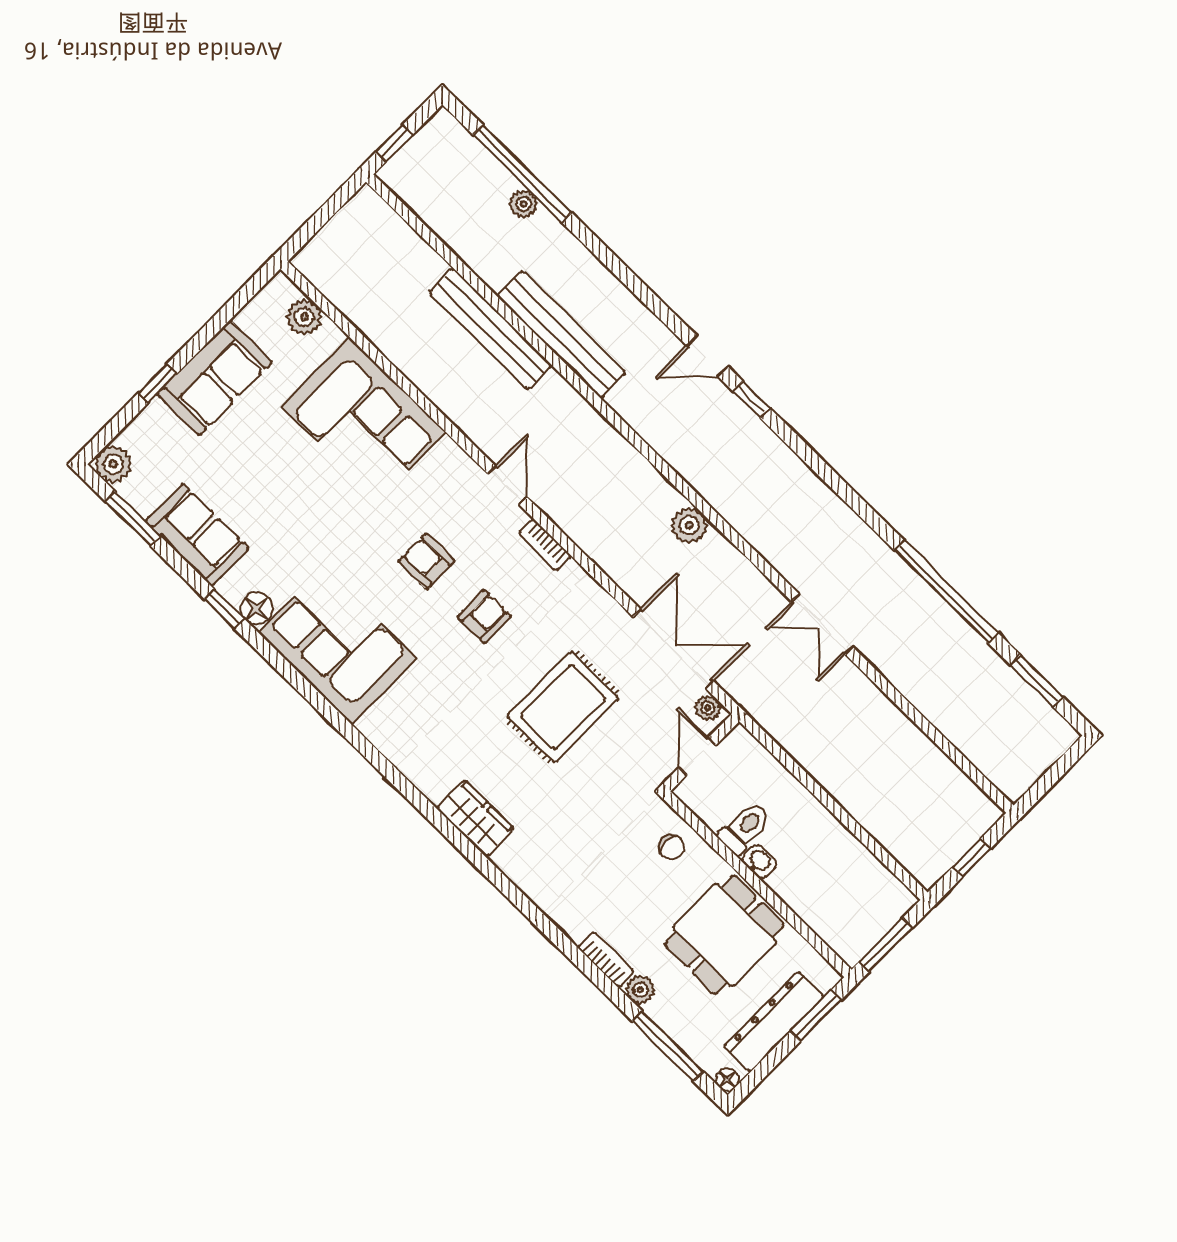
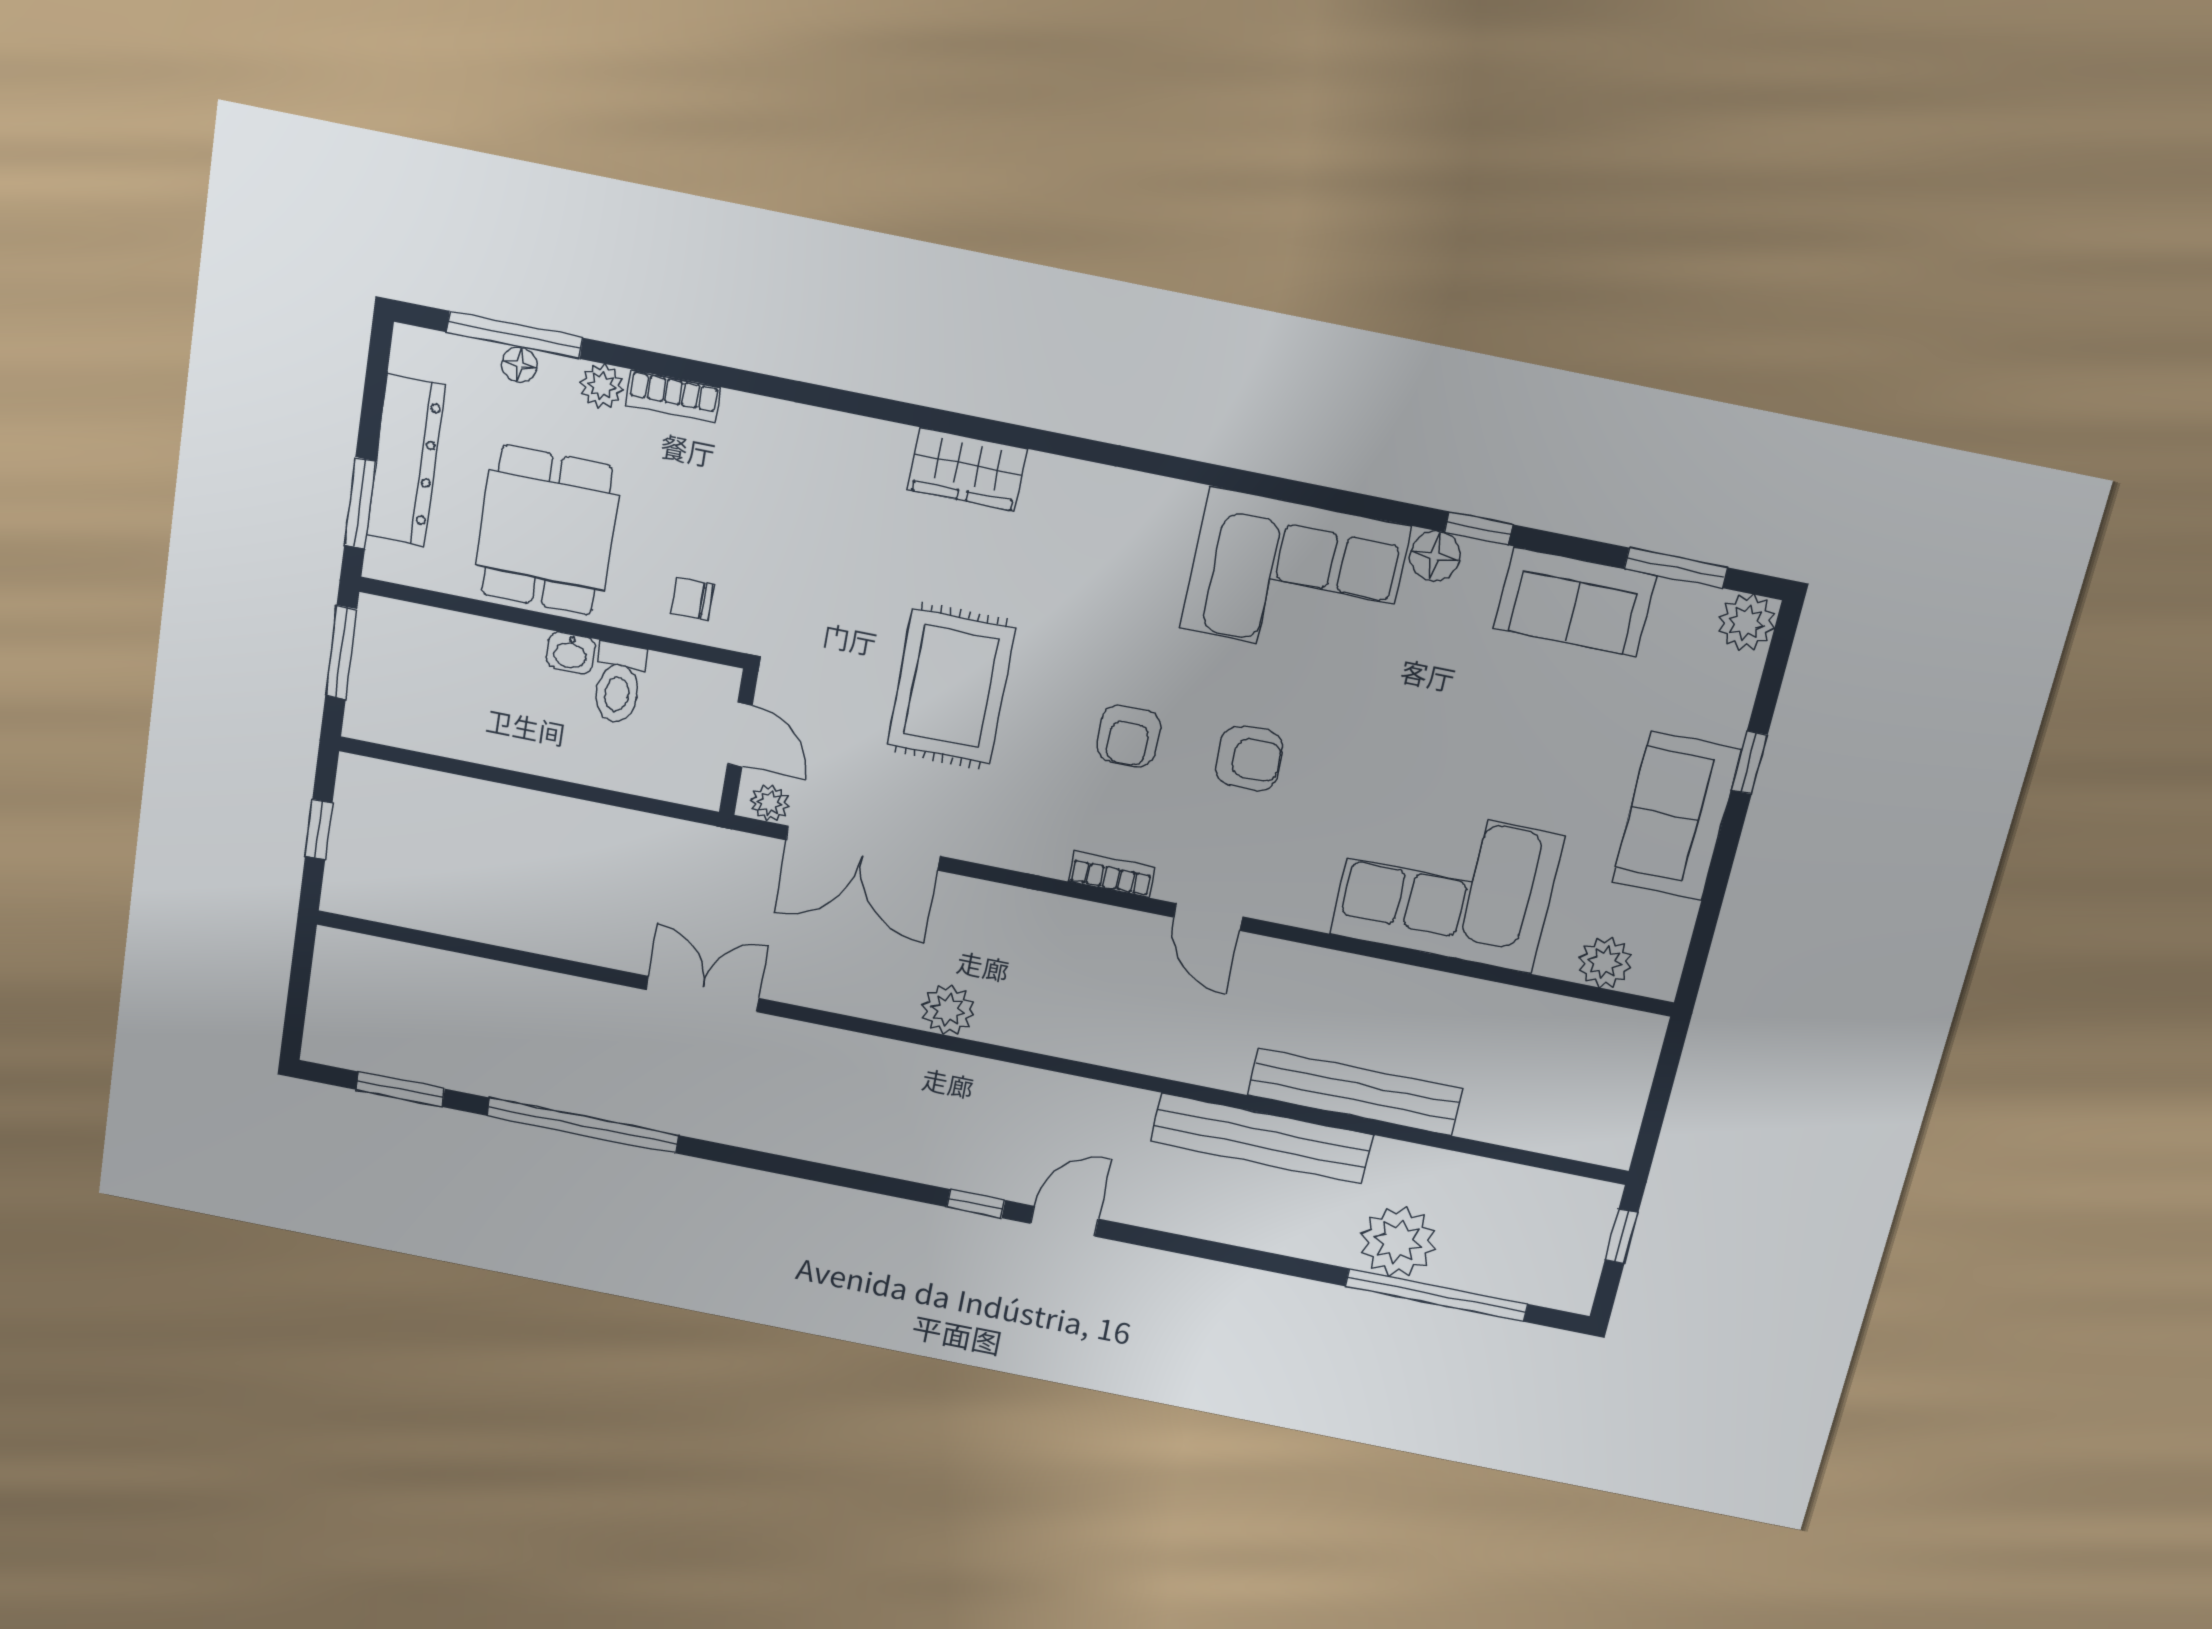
plant: (524, 204) -> (1398, 1242), width x1.87, depth x1.87
floor lamp: (727, 1080) -> (519, 365), moved

